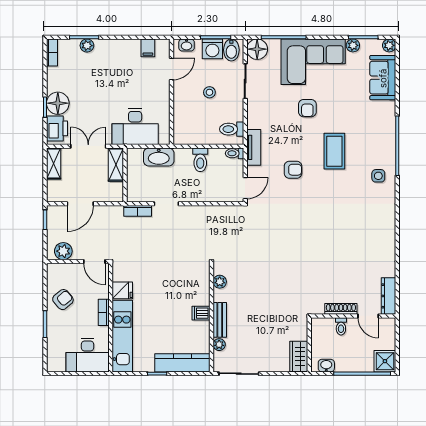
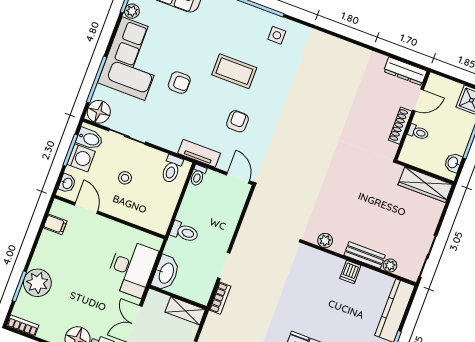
plant: (87, 46) -> (37, 283), width x1.87, depth x1.87
washbasin: (159, 157) -> (166, 273), moved
toilet: (200, 160) -> (184, 232), moved
shelving: (116, 165) -> (185, 311), moved
wardrobe: (299, 356) -> (425, 185), width x1.50

